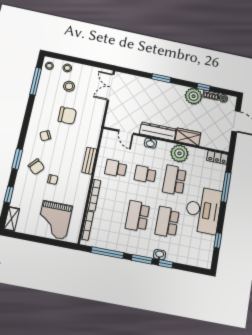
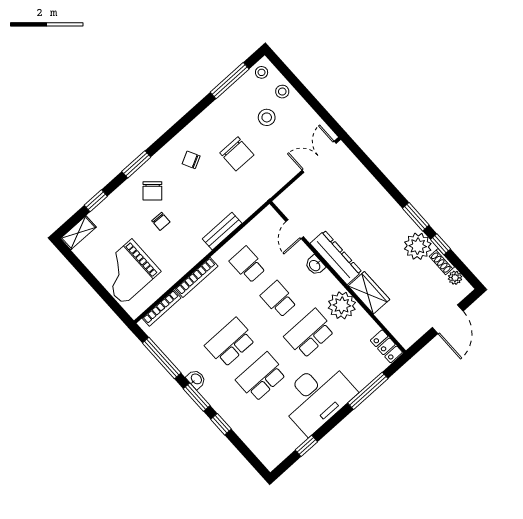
window: (161, 78) -> (416, 217), moved
washbasin: (159, 255) -> (196, 379), moved

